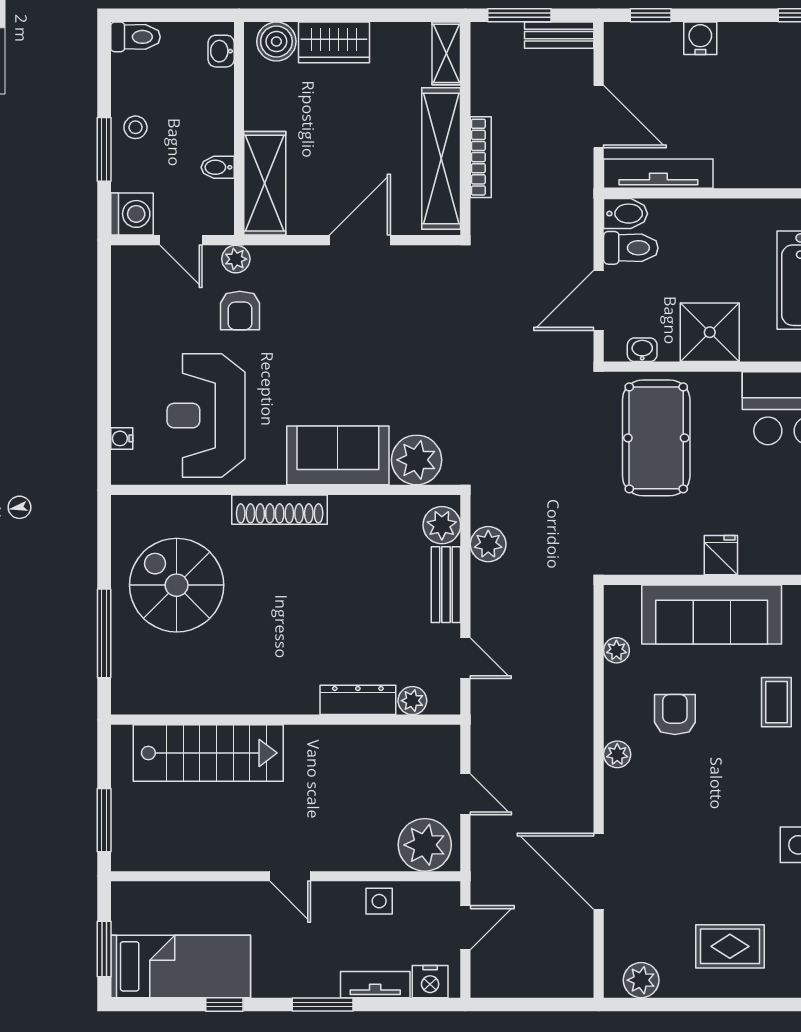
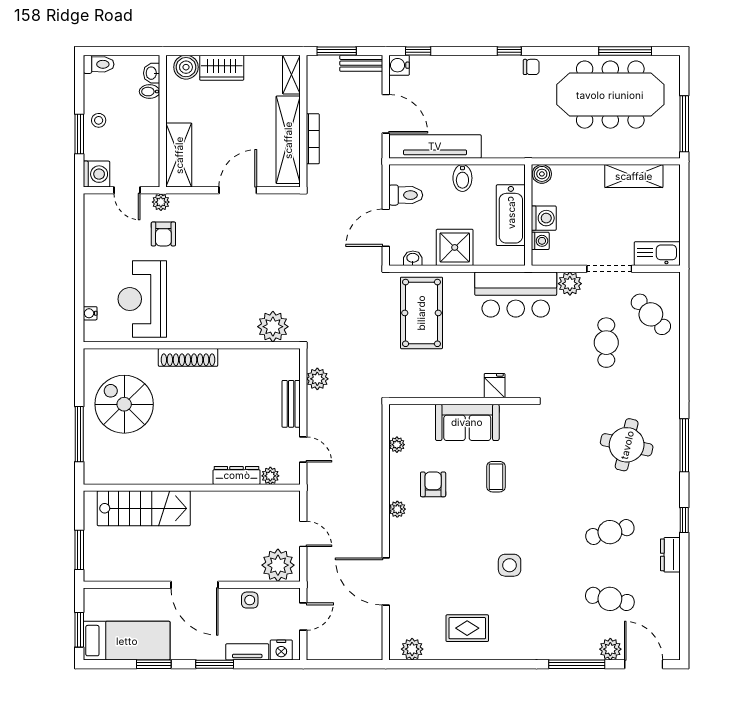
water cooler: (700, 38) -> (399, 65), moved, turned -90
bidet: (218, 167) -> (150, 92), moved
tv unit: (658, 174) -> (435, 146), width x1.36, depth x1.29
bidet: (626, 214) -> (462, 178), moved, turned 90
sofa: (338, 455) -> (224, 324), removed
plant: (442, 525) -> (289, 367), removed
fridge: (721, 555) -> (495, 386), moved
sofa: (712, 614) -> (467, 422), width x0.73
door: (290, 876) -> (195, 585), width x1.87
window: (224, 1004) -> (154, 664), width x1.50

